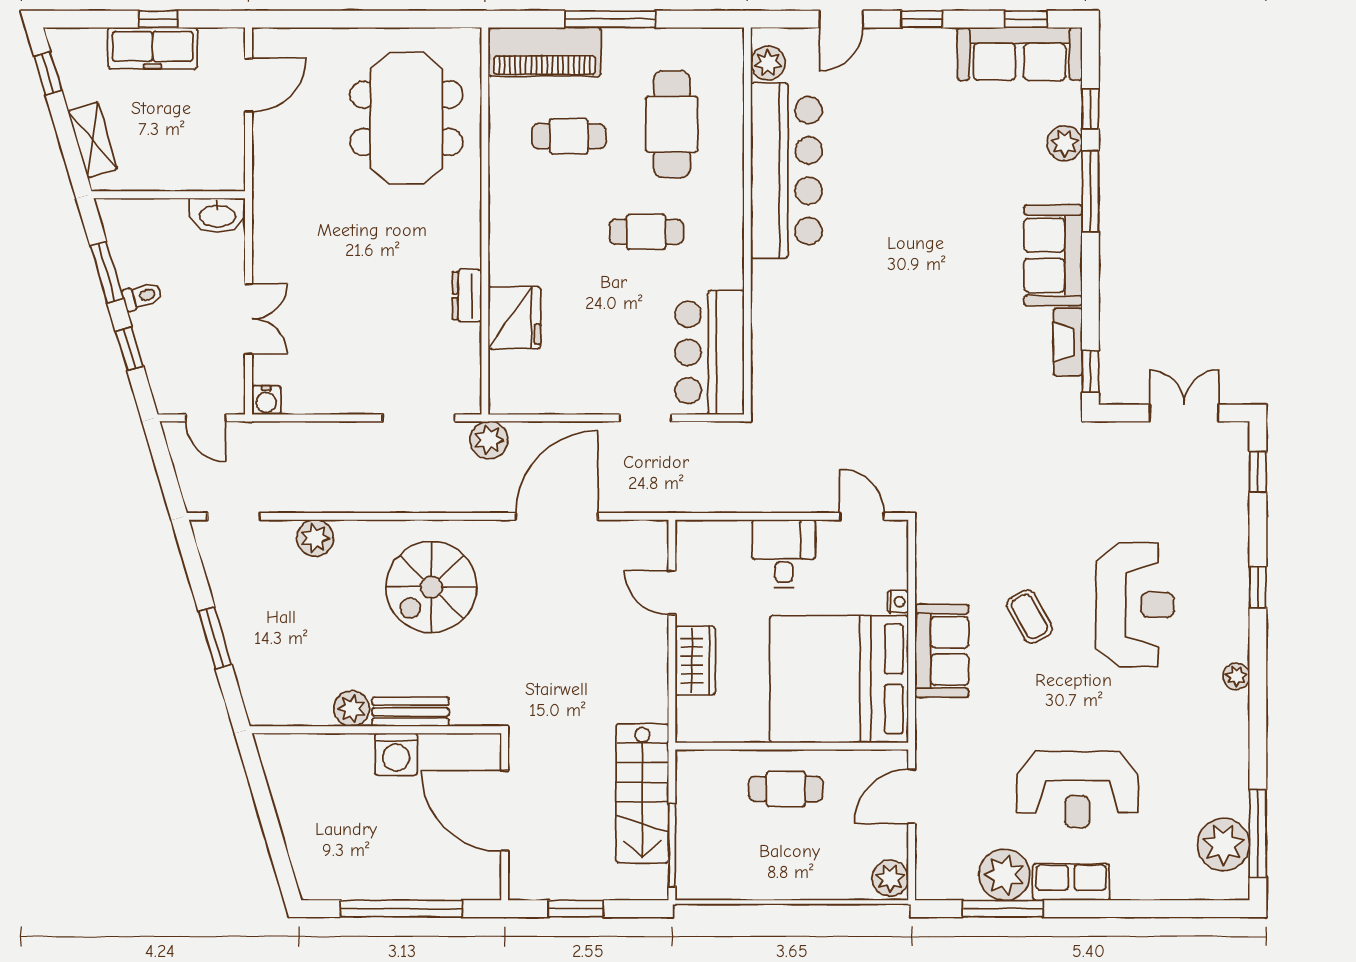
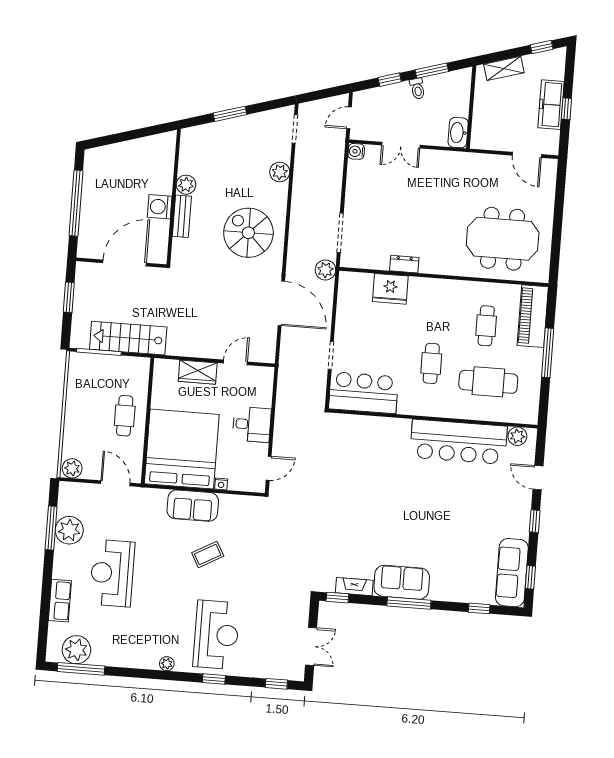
plant: (1065, 143) -> (462, 593), removed
window: (1090, 191) -> (409, 603), moved
reception desk: (1135, 605) -> (216, 635), moved, turned -90
row of seats: (1071, 882) -> (60, 601), moved

